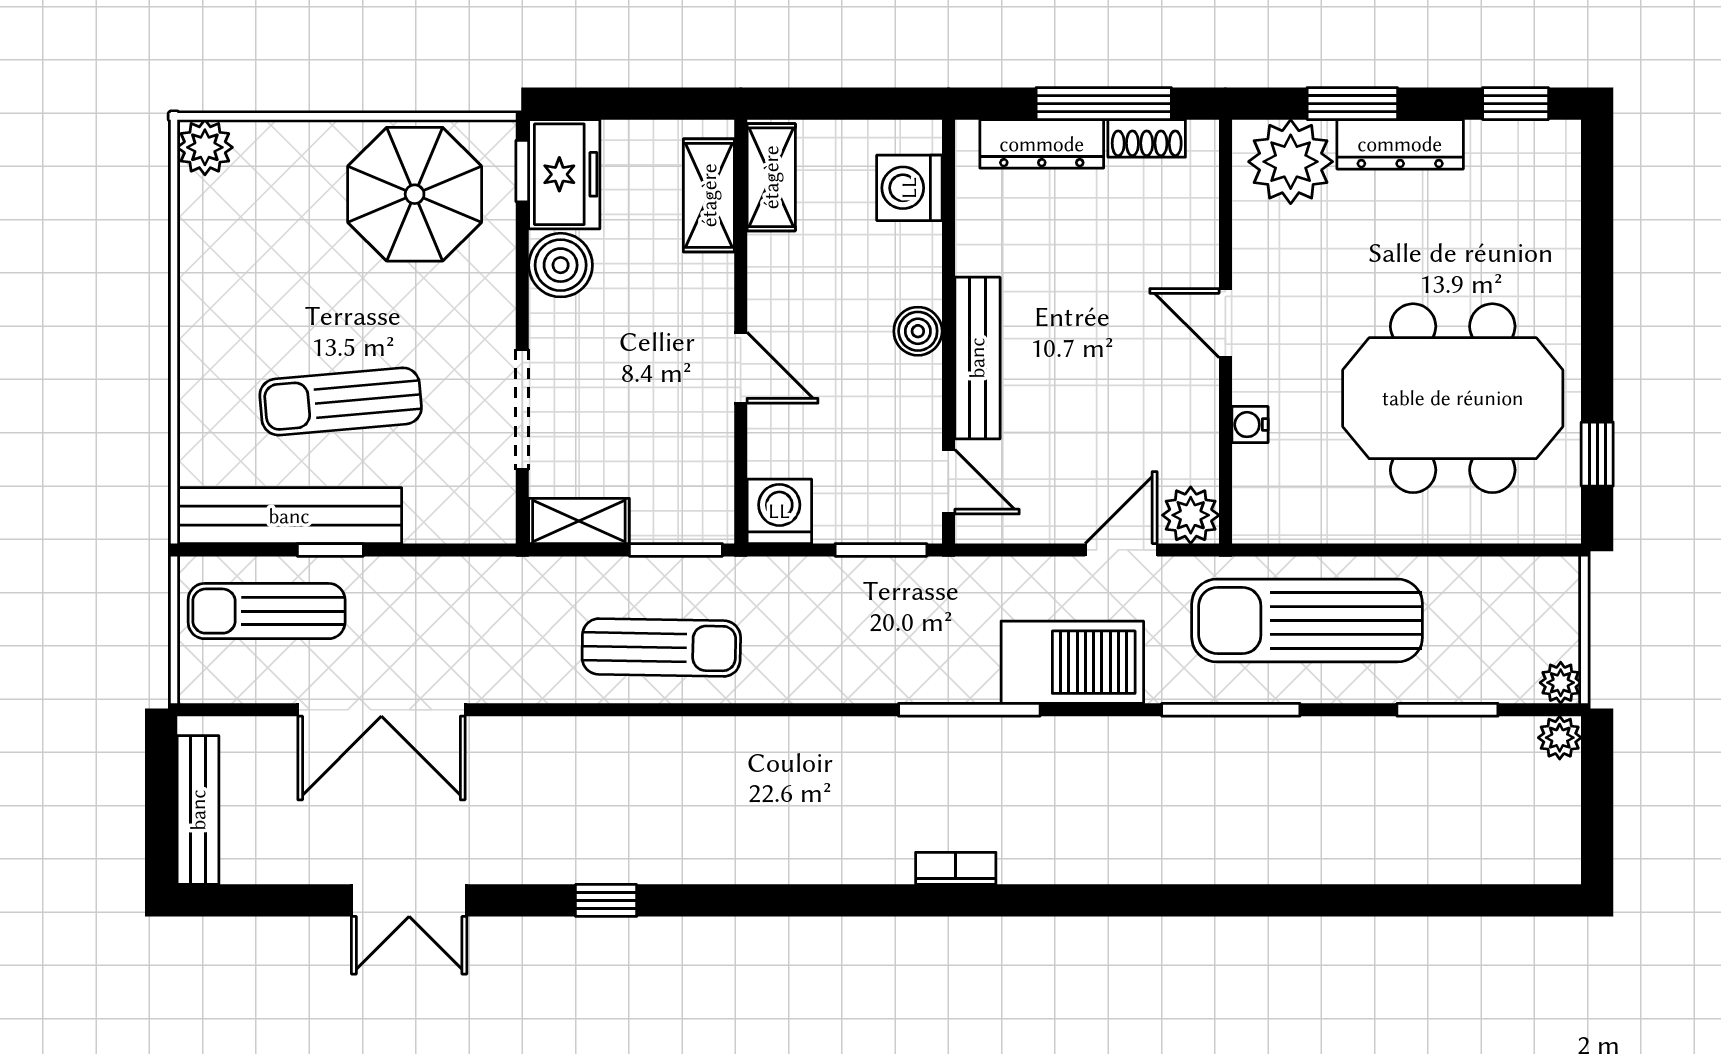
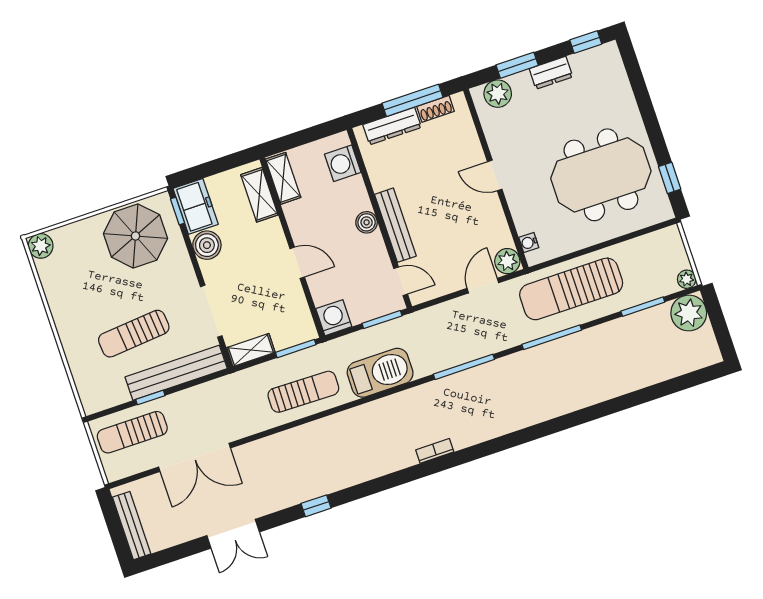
dresser: (1400, 144) -> (551, 73), width x0.70
plant: (1291, 162) -> (498, 94), width x0.73, depth x0.73
water cooler: (1250, 425) -> (529, 243), moved
bench: (289, 516) -> (176, 373), moved
barbecue: (1072, 662) -> (380, 373), moved
window: (969, 710) -> (464, 367), moved
plant: (1560, 738) -> (689, 313), width x1.88, depth x1.88
bookcase: (956, 868) -> (435, 451), moved

